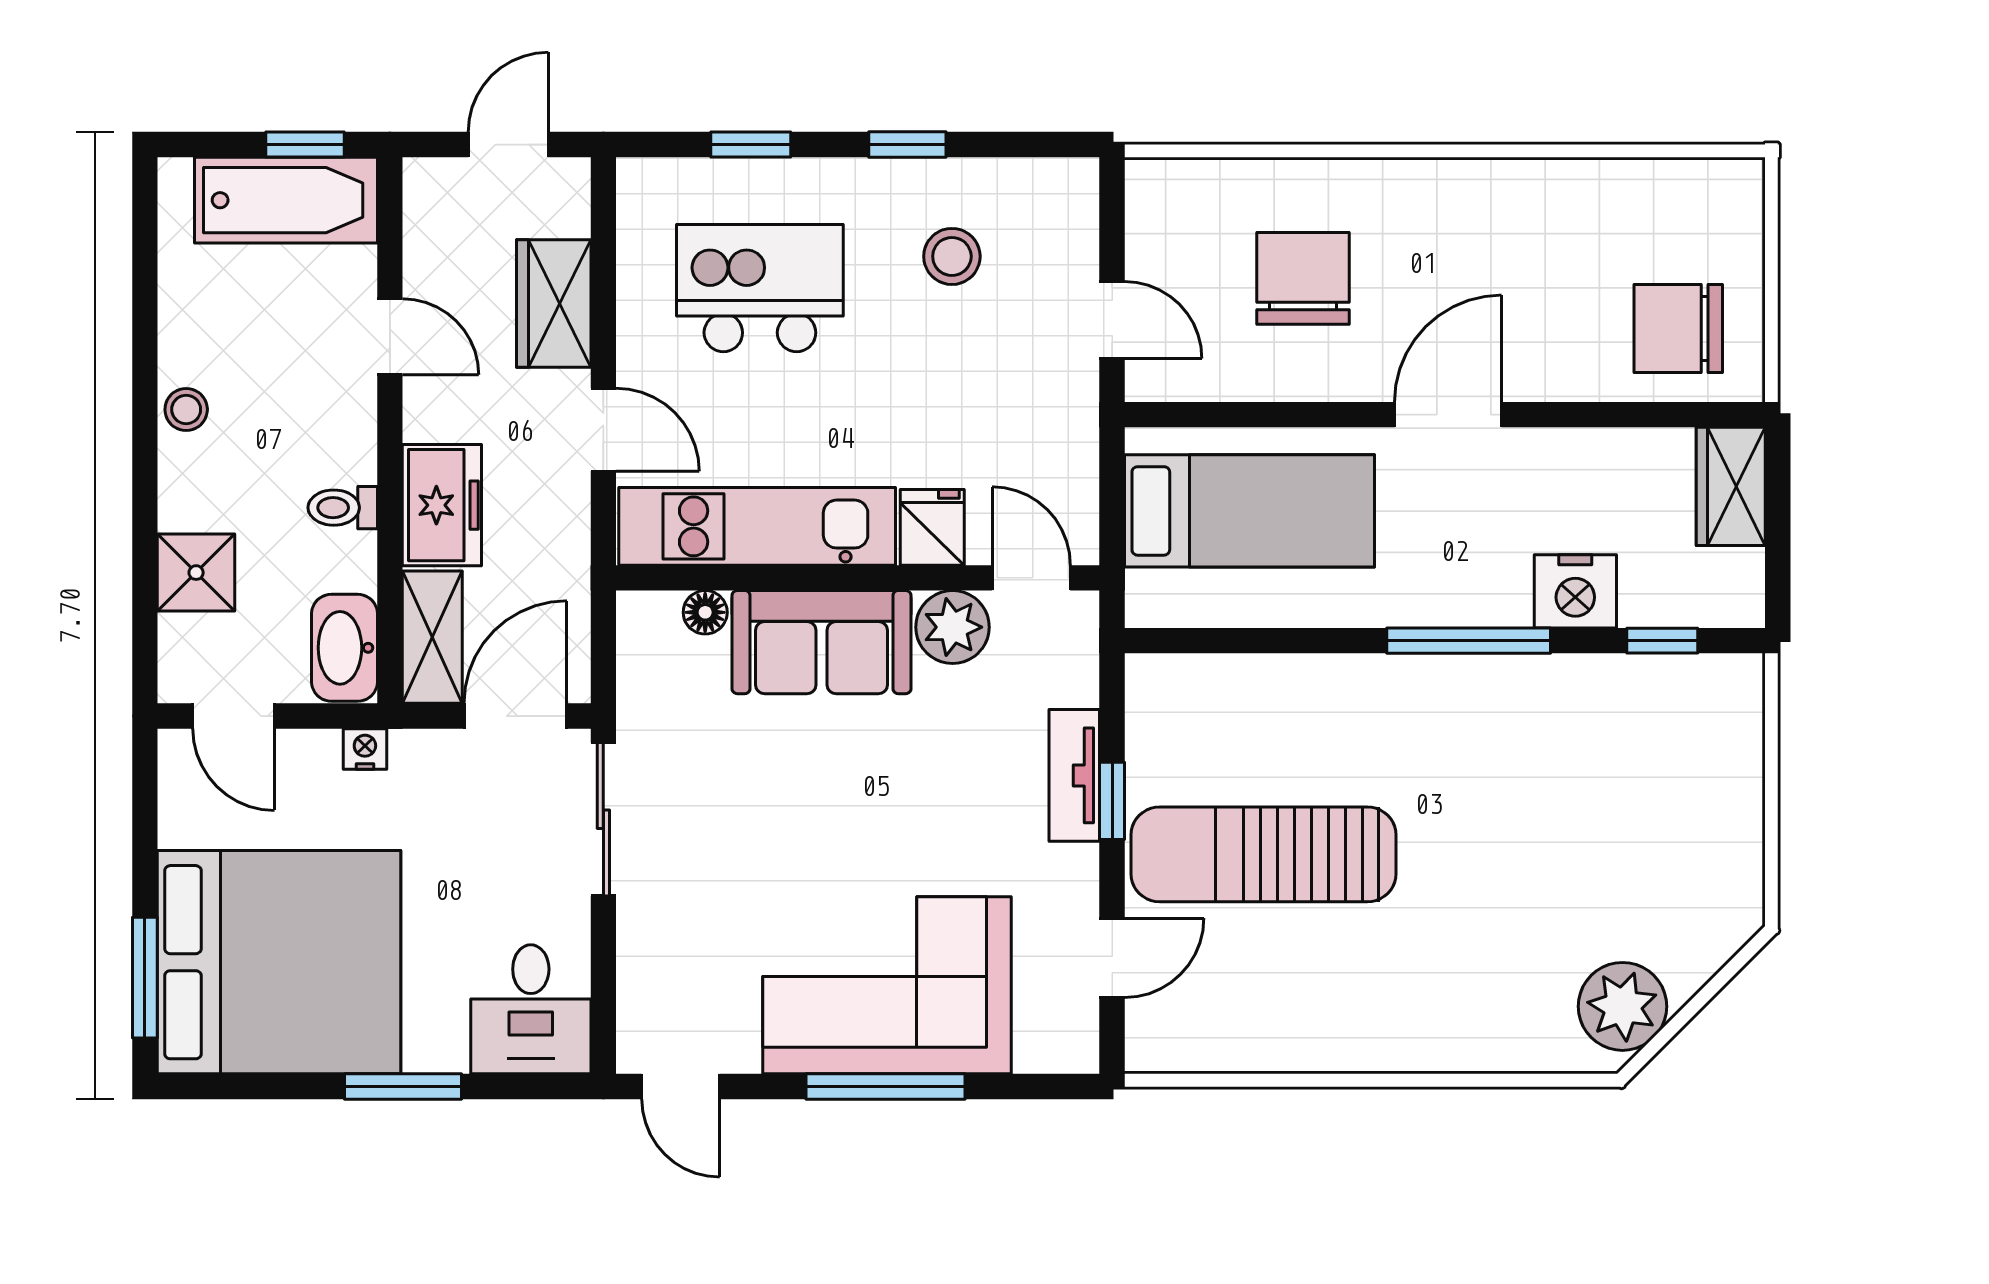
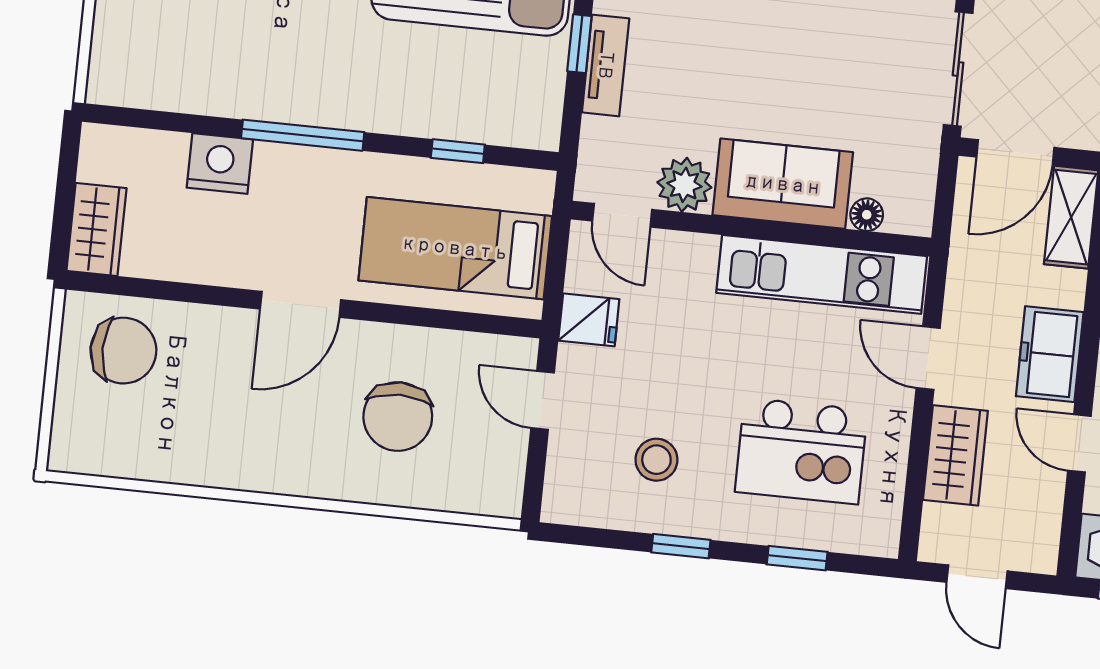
door: (508, 145) -> (977, 577), hinge flipped
freezer: (442, 505) -> (1050, 354), moved
fridge: (932, 527) -> (589, 320), moved, turned -90
window: (1662, 641) -> (458, 151), moved

